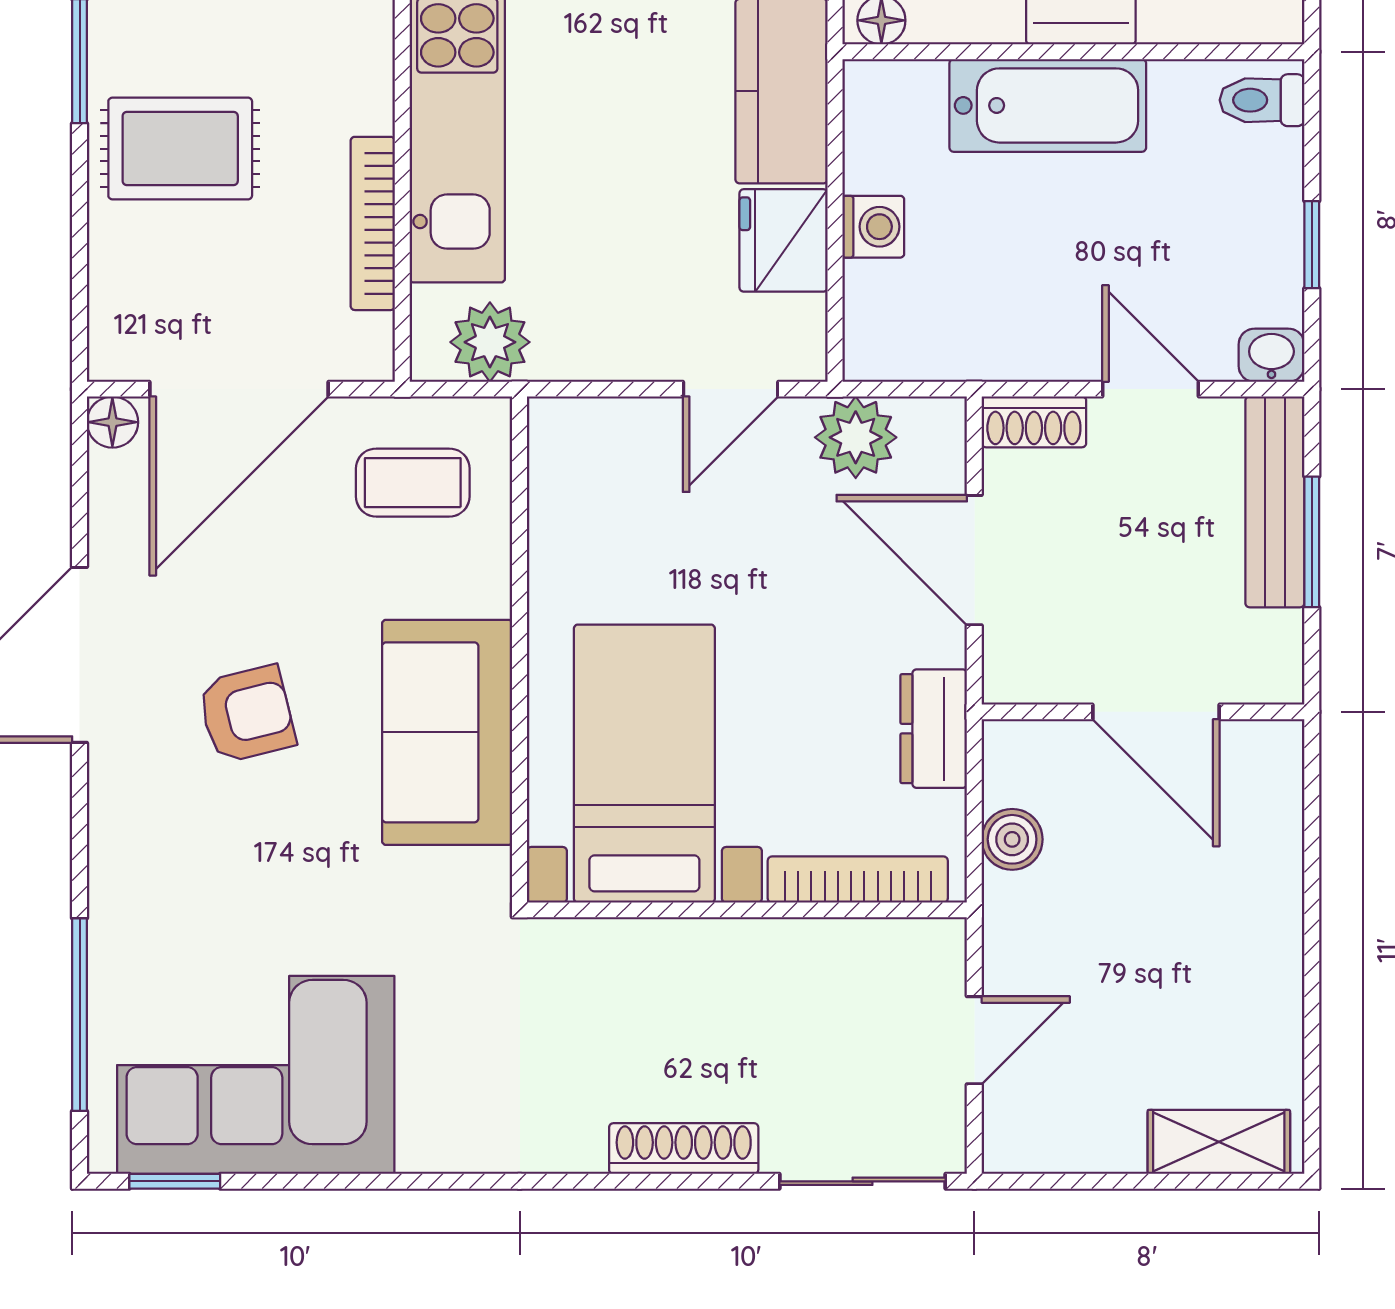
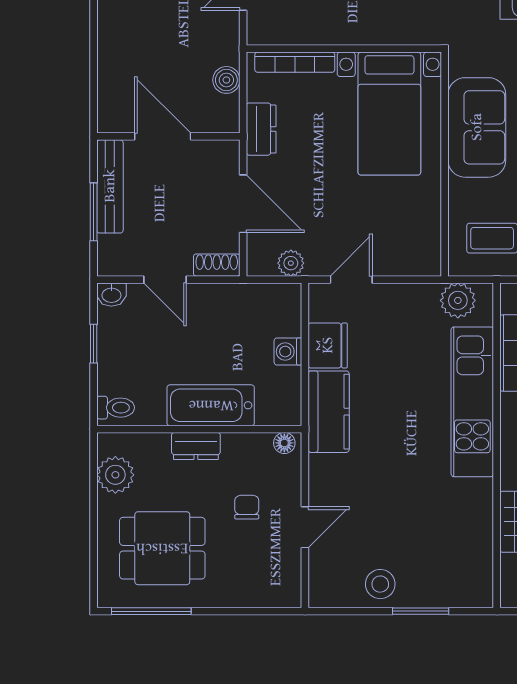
plant: (856, 437) -> (291, 263), width x0.73, depth x0.73
bench: (1275, 502) -> (110, 186), moved

